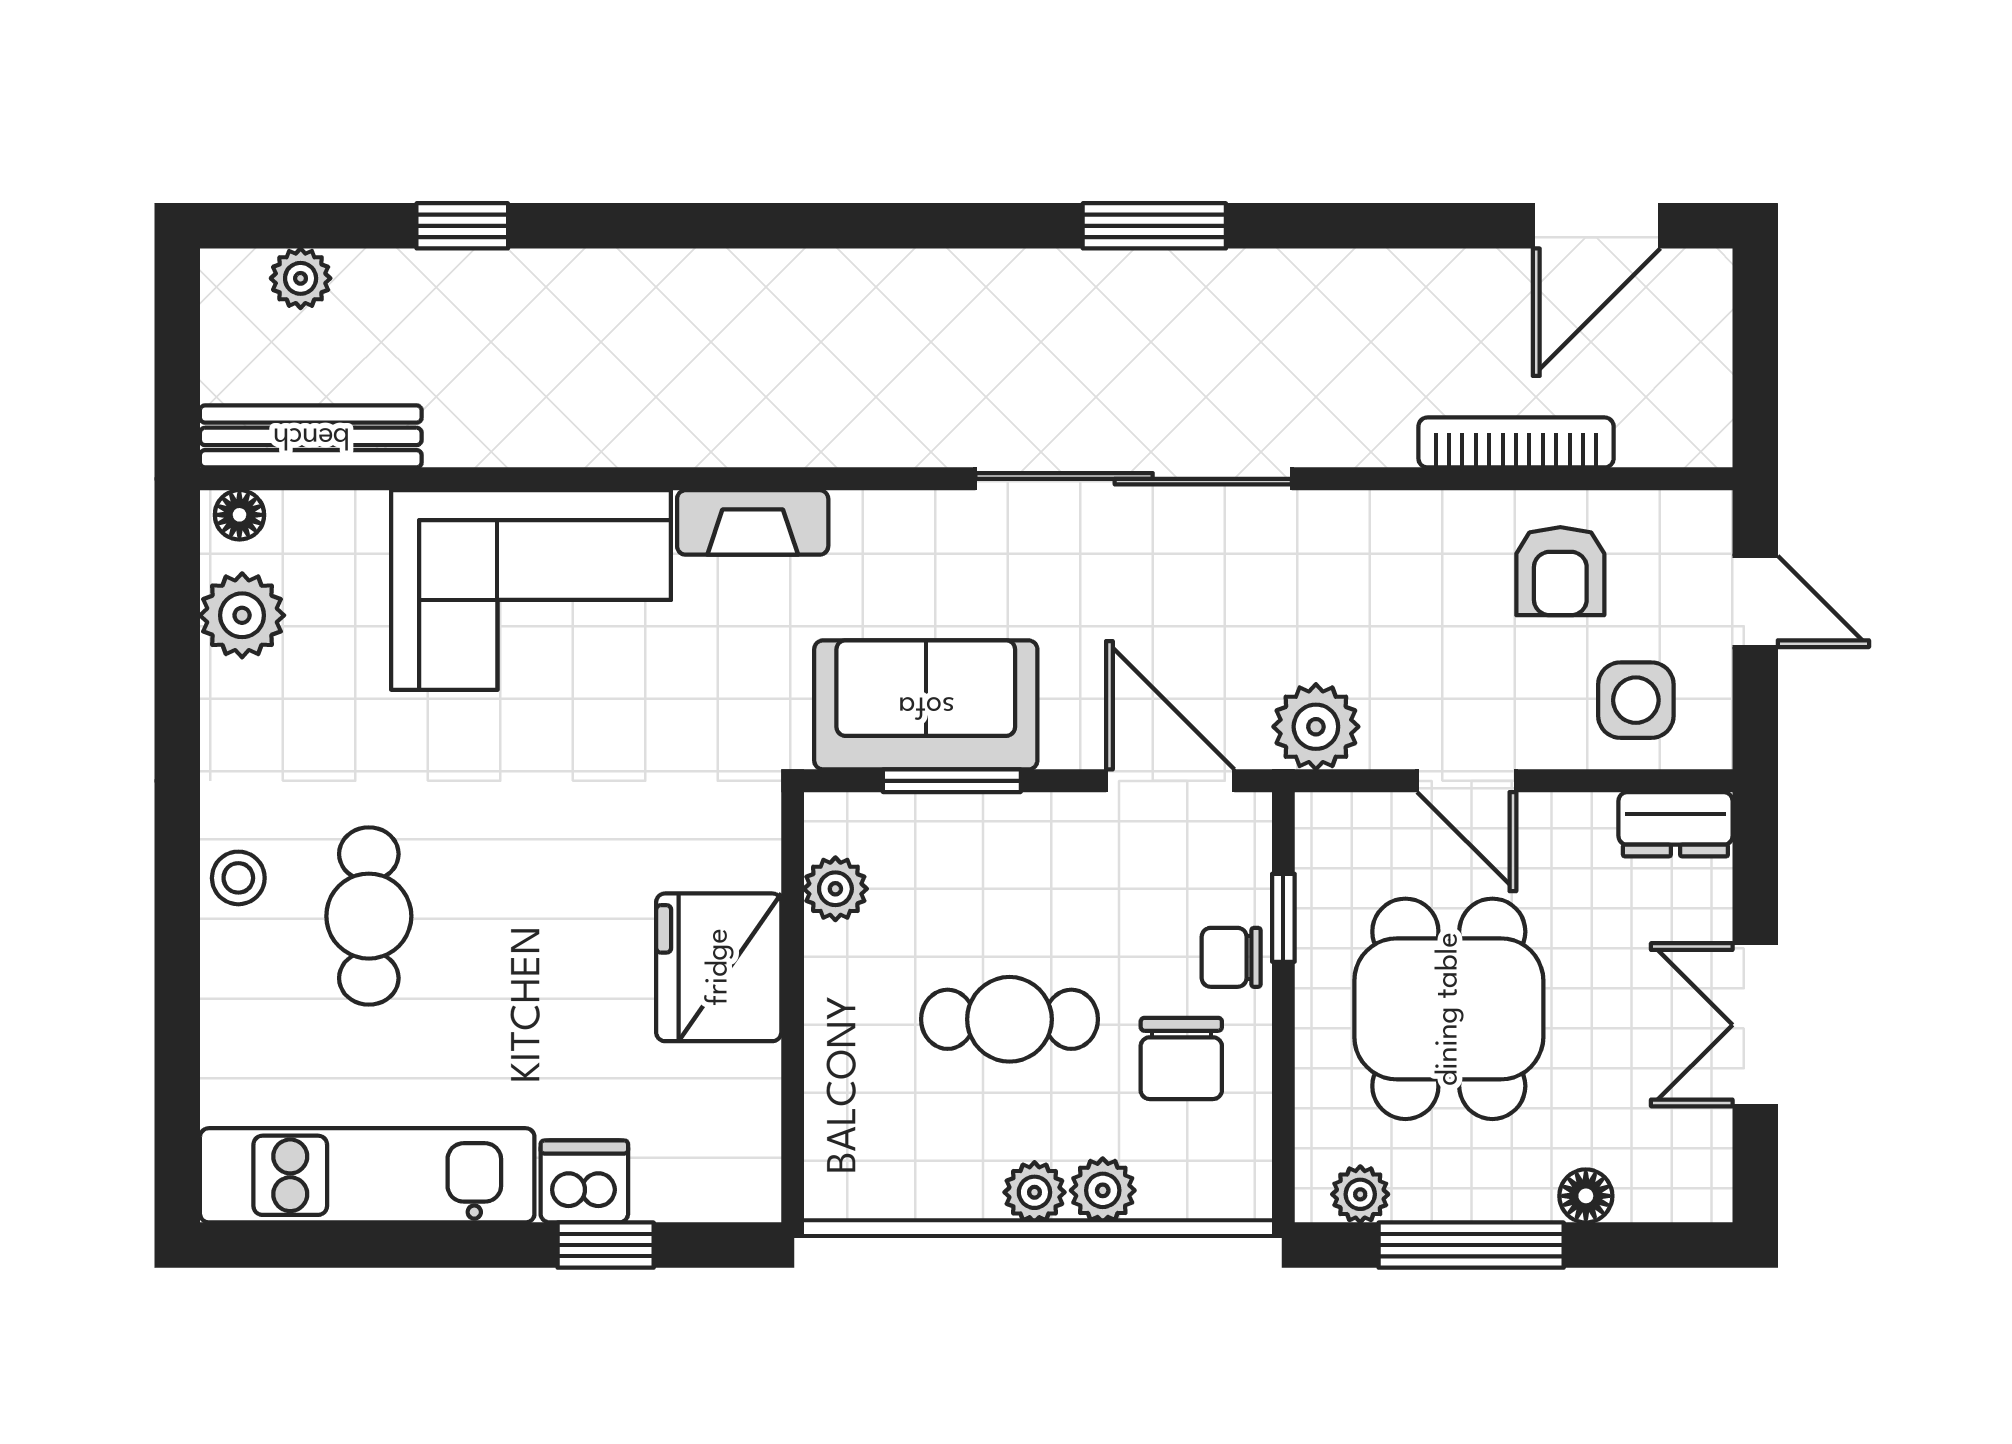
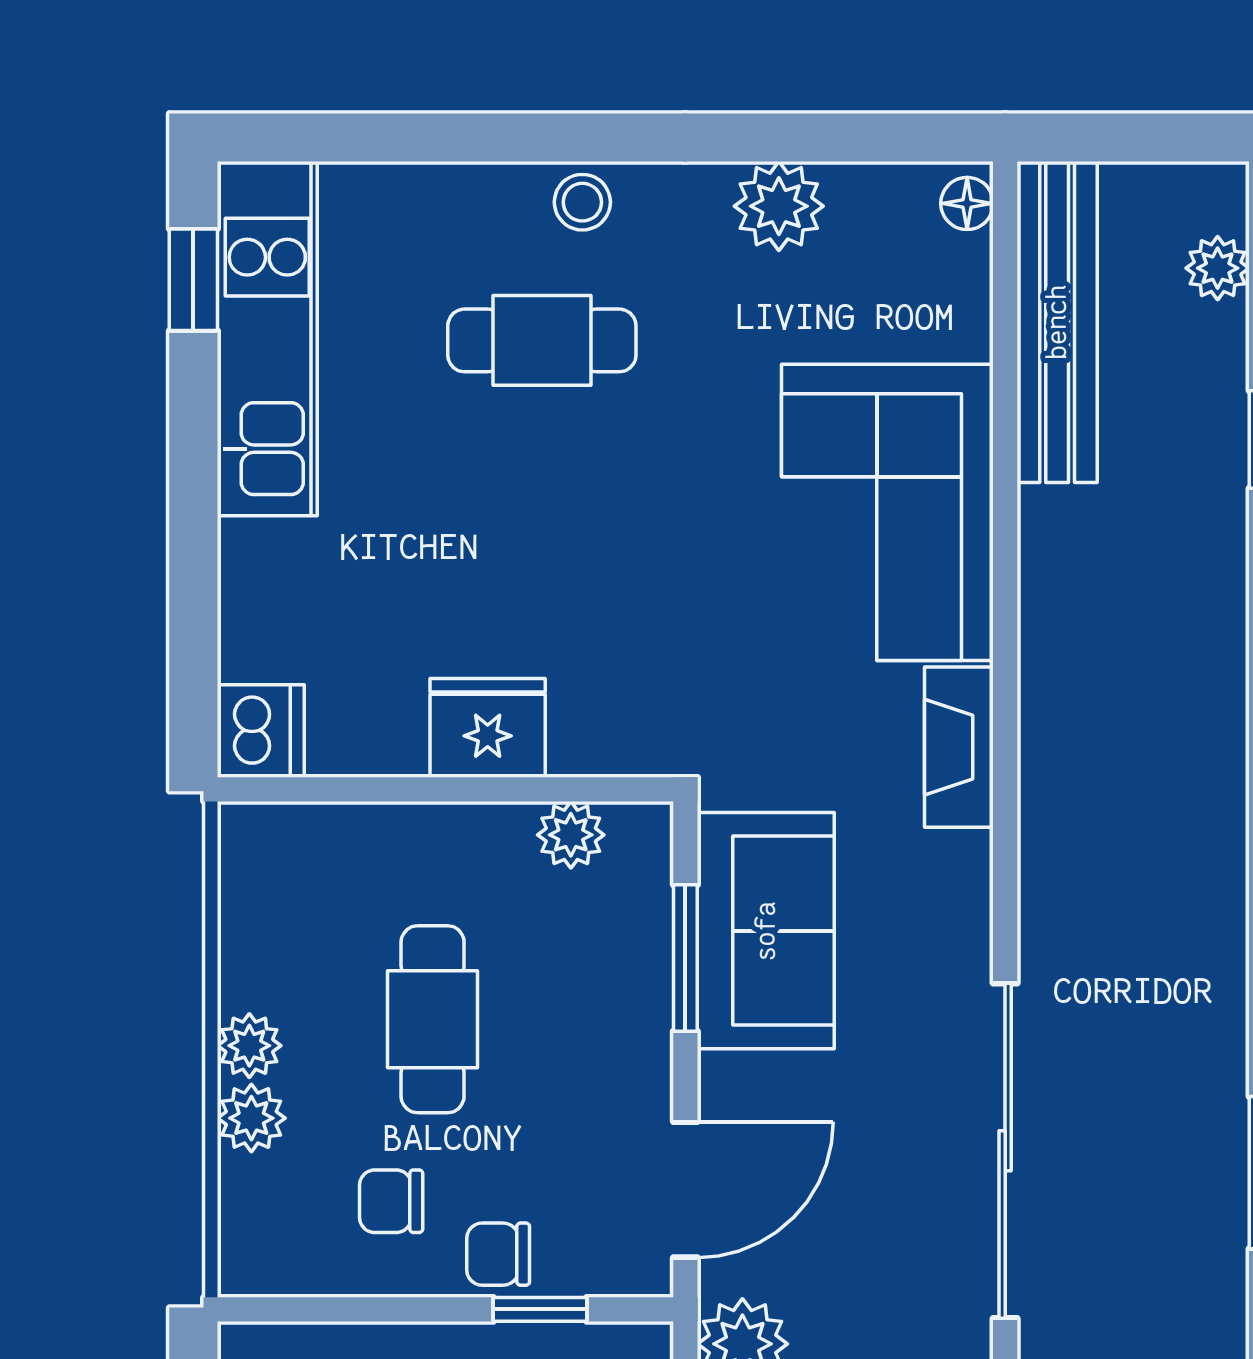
bench: (311, 436) -> (1057, 322), width x1.37, depth x1.21
plant: (242, 615) -> (779, 206), moved
chair: (1231, 957) -> (498, 1254), turned -90
fridge: (719, 967) -> (488, 728), width x0.73, depth x0.75
chair: (1181, 1058) -> (391, 1201), width x0.73, depth x0.73
dishwasher: (584, 1181) -> (261, 731), moved
window: (606, 1245) -> (193, 280), moved

